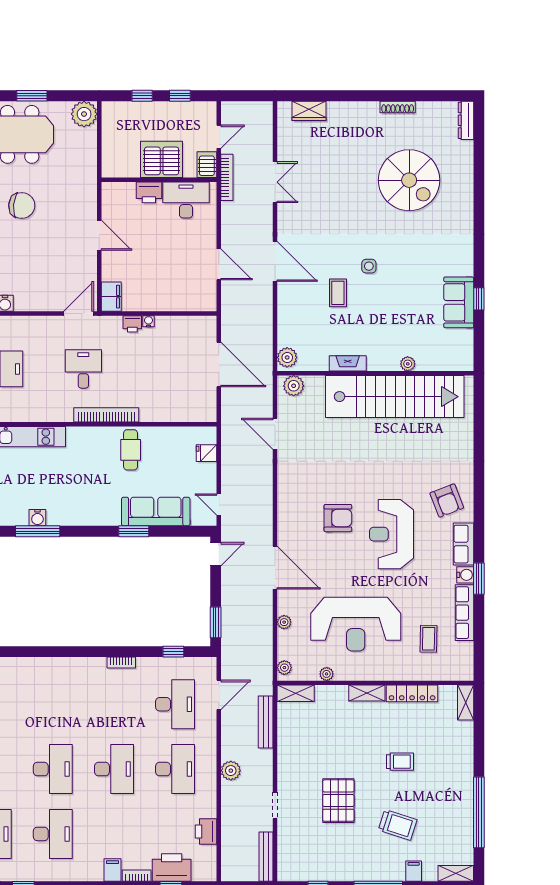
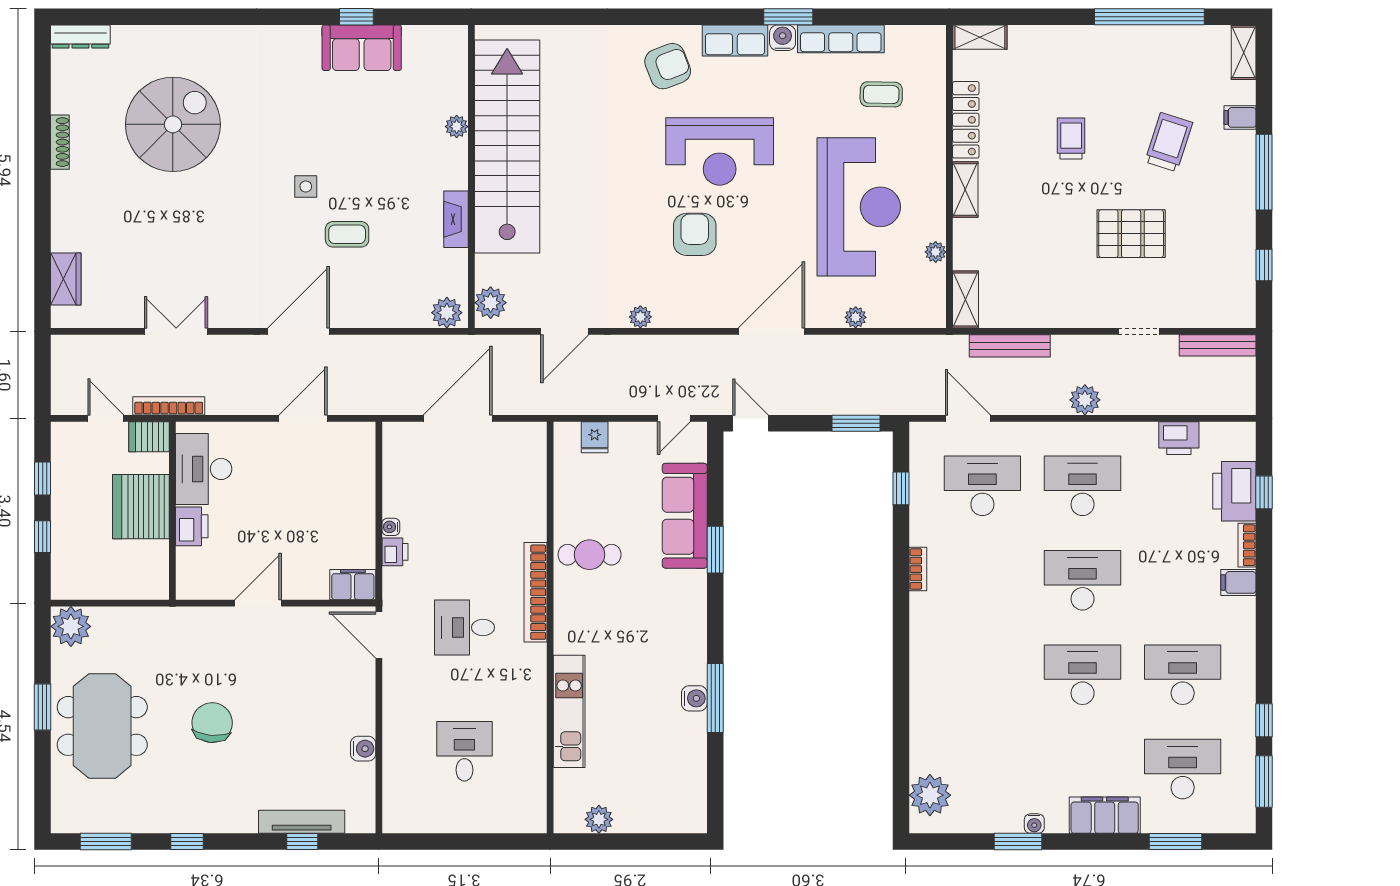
plant: (284, 668) -> (640, 317), moved

